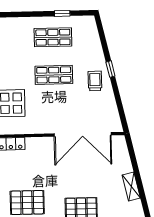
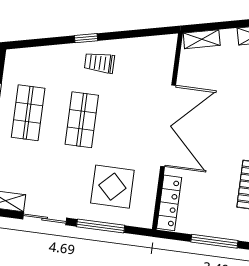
double door: (83, 134) -> (168, 126), moved
shelving: (122, 149) -> (202, 39), added

